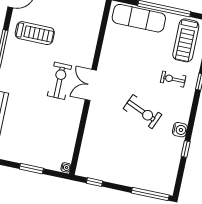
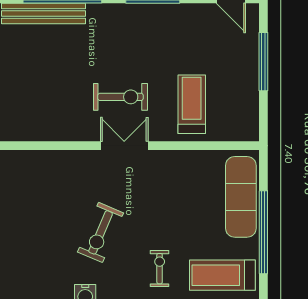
treadmill: (35, 33) -> (192, 104), moved, turned 180

